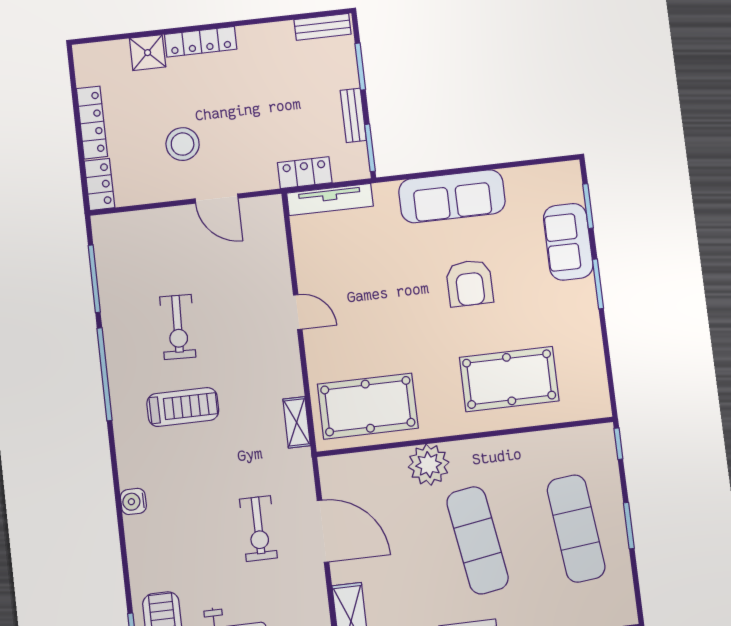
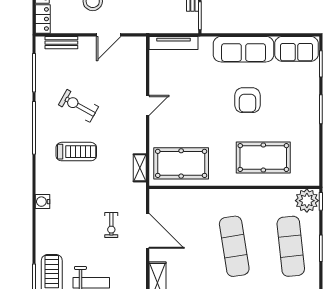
locker: (305, 173) -> (161, 26), removed
door: (217, 199) -> (109, 35), hinge flipped
bench: (136, 221) -> (61, 43), added
sofa: (568, 242) -> (297, 49), moved, turned -90
door: (298, 312) -> (148, 105), hinge flipped
exercise bike: (178, 327) -> (78, 106), turned 117
plant: (429, 465) -> (307, 201), moved
exercise bike: (258, 528) -> (111, 225), width x0.73, depth x0.72

